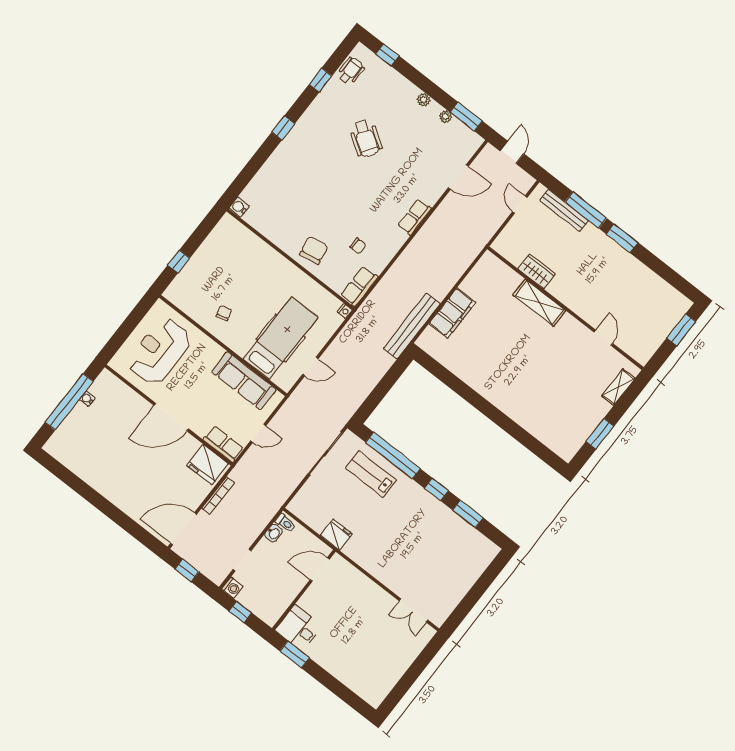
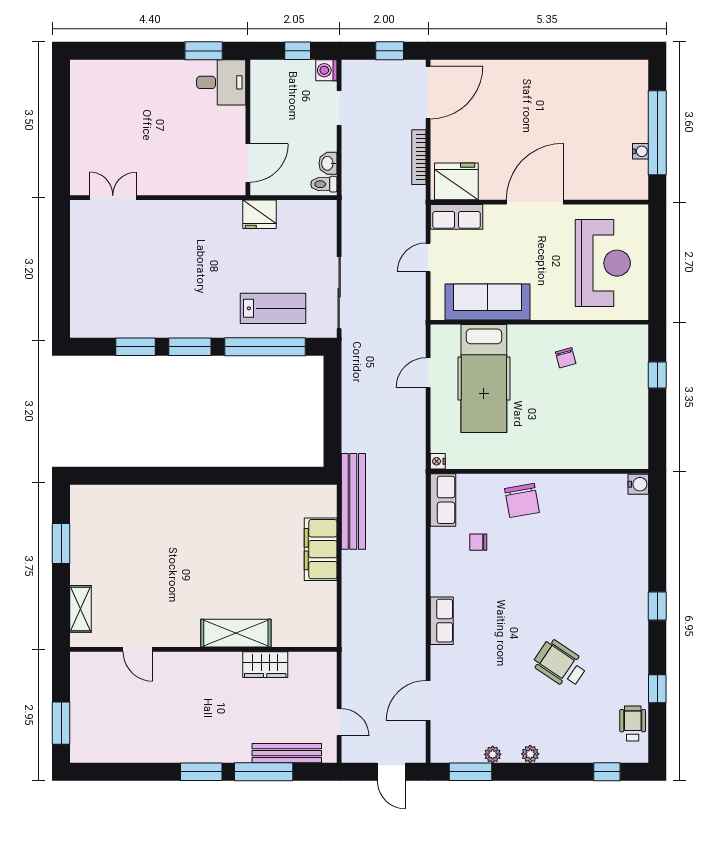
wheelchair: (351, 71) -> (633, 724), turned 180
window: (436, 489) -> (190, 347), width x1.50

